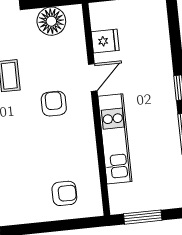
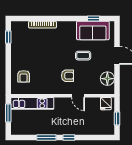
fridge: (105, 41) -> (106, 104), moved
kitchen unit: (115, 139) -> (32, 103), moved

